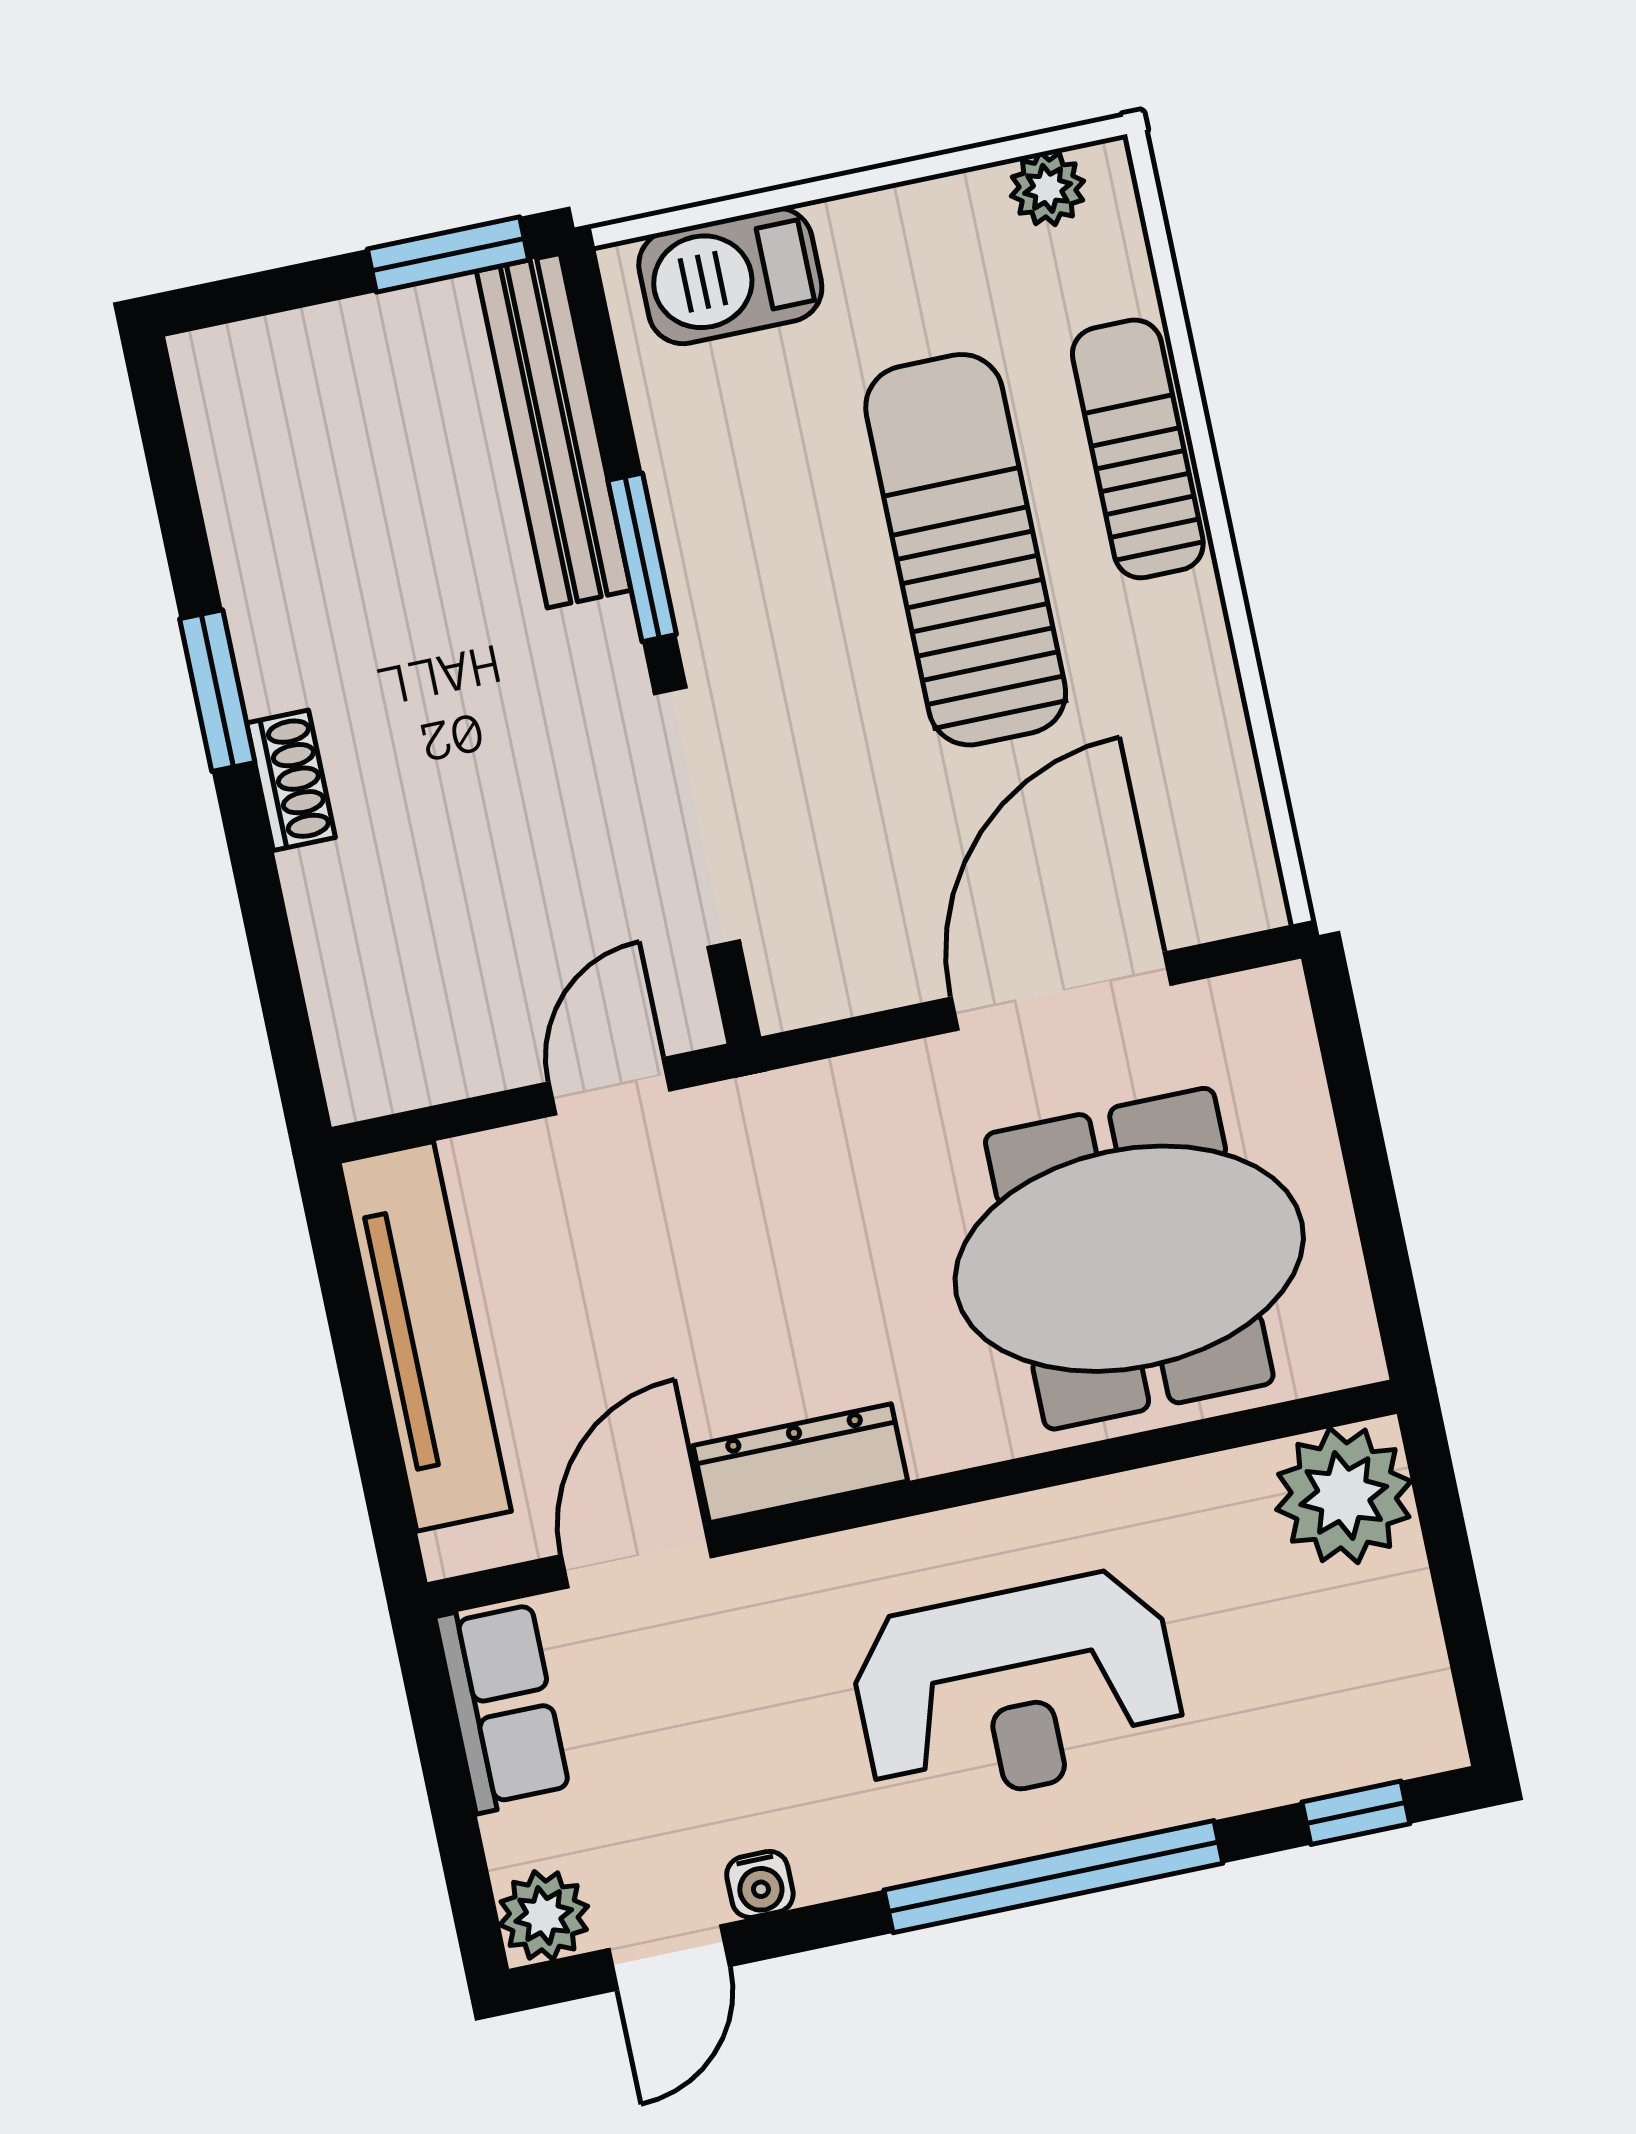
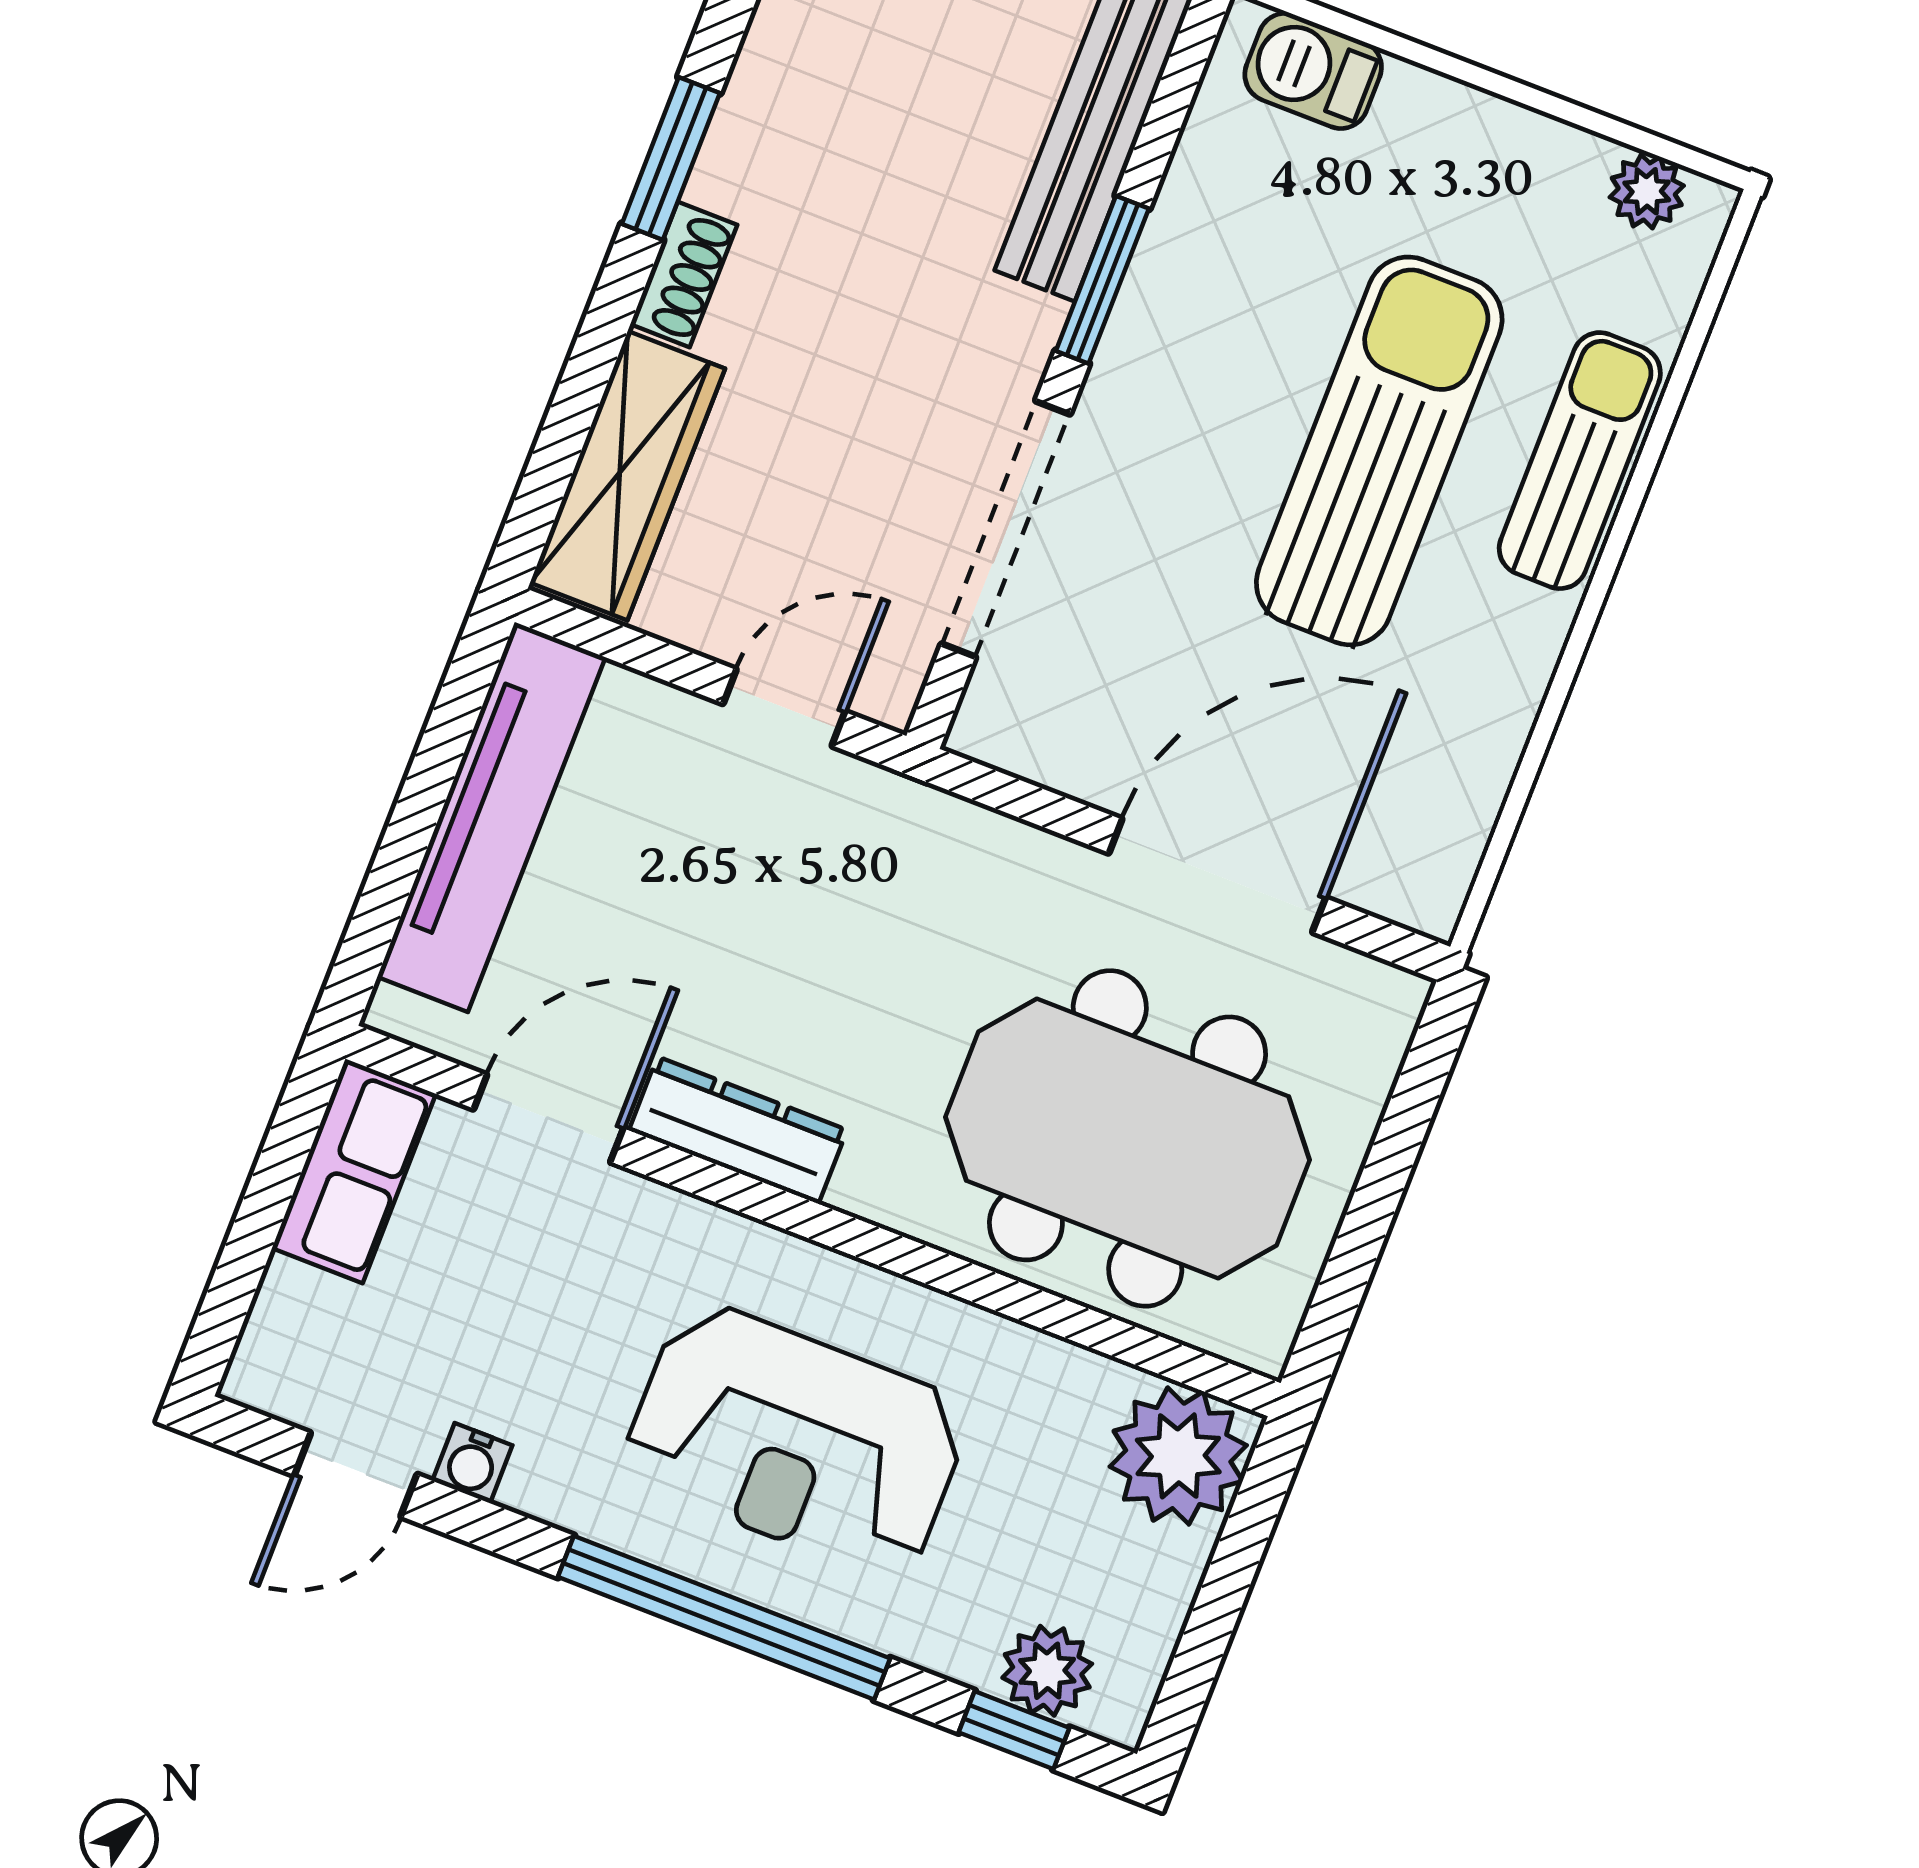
barbecue: (730, 276) -> (1313, 71), width x0.73, depth x0.79
wardrobe: (353, 978) -> (628, 476), added
plant: (544, 1916) -> (1047, 1671), moved

